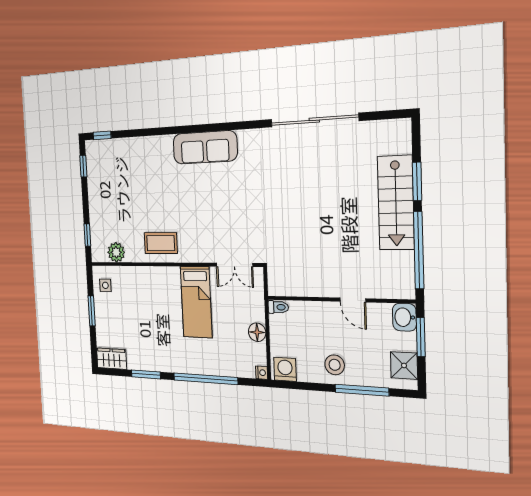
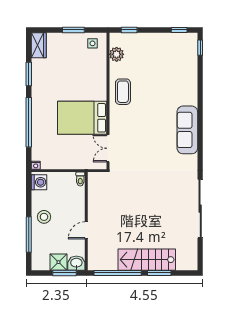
bed: (196, 302) -> (82, 118), width x1.50
floor lamp: (257, 332) -> (63, 163), removed
shower: (404, 365) -> (58, 262), moved

